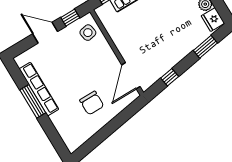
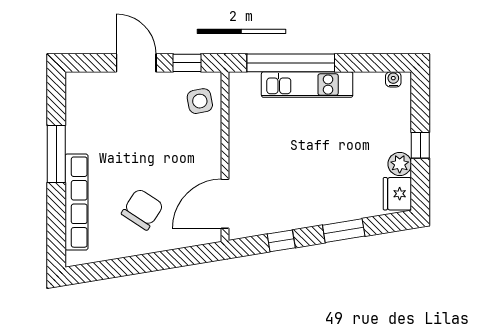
window: (205, 47) -> (344, 231), moved
row of seats: (39, 89) -> (76, 202), moved
chair: (92, 103) -> (142, 209), turned -147

